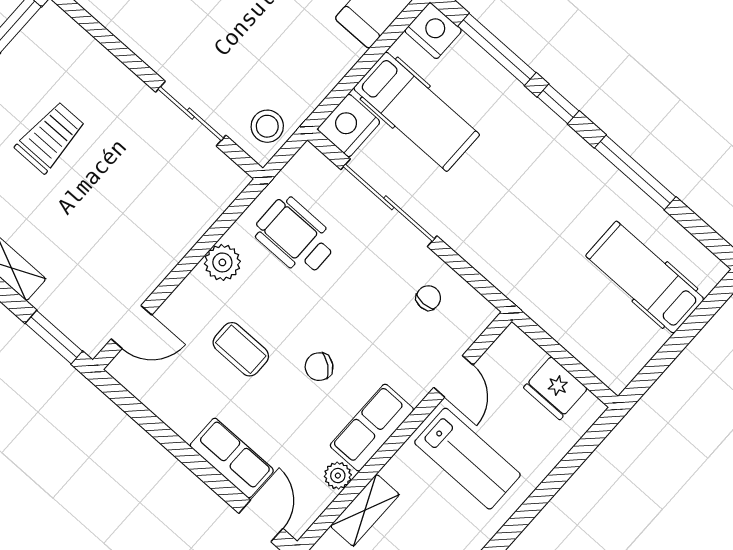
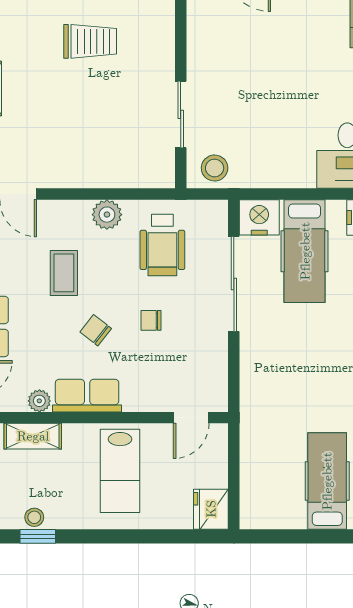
wheelchair: (295, 236) -> (162, 245), turned 180
chair: (428, 298) -> (151, 320), moved, turned 180
door: (453, 376) -> (191, 418), moved
fridge: (555, 388) -> (211, 509), moved

